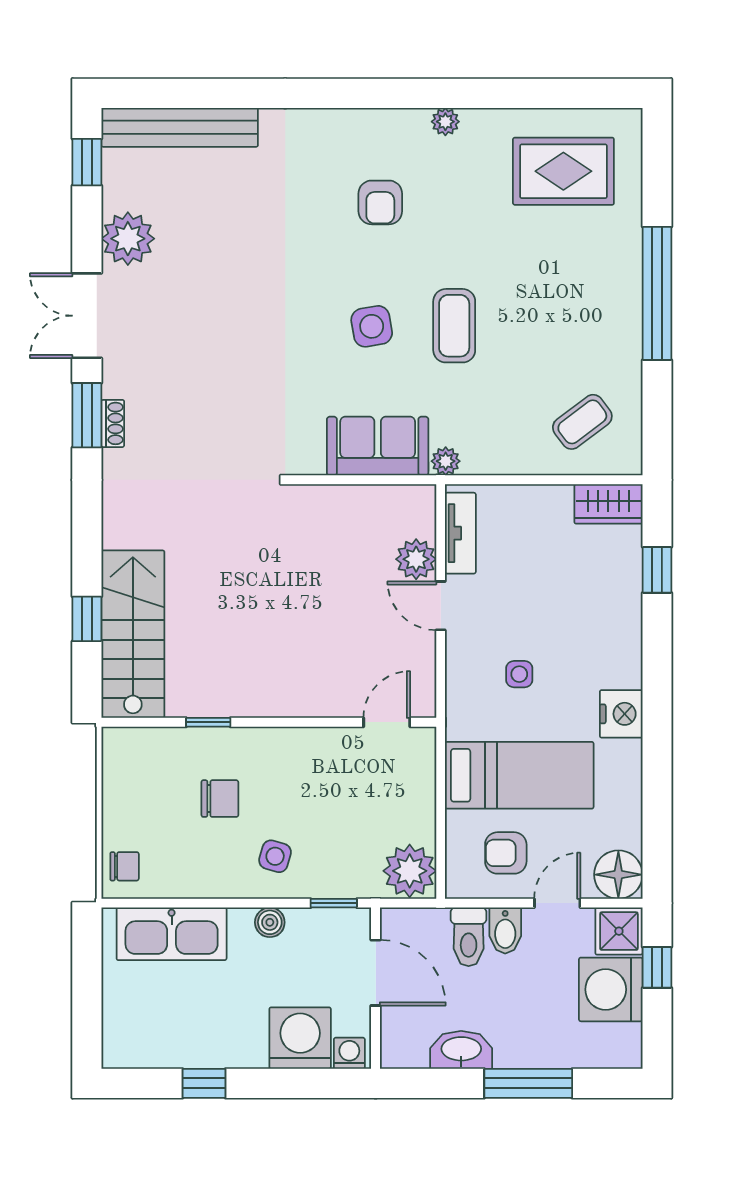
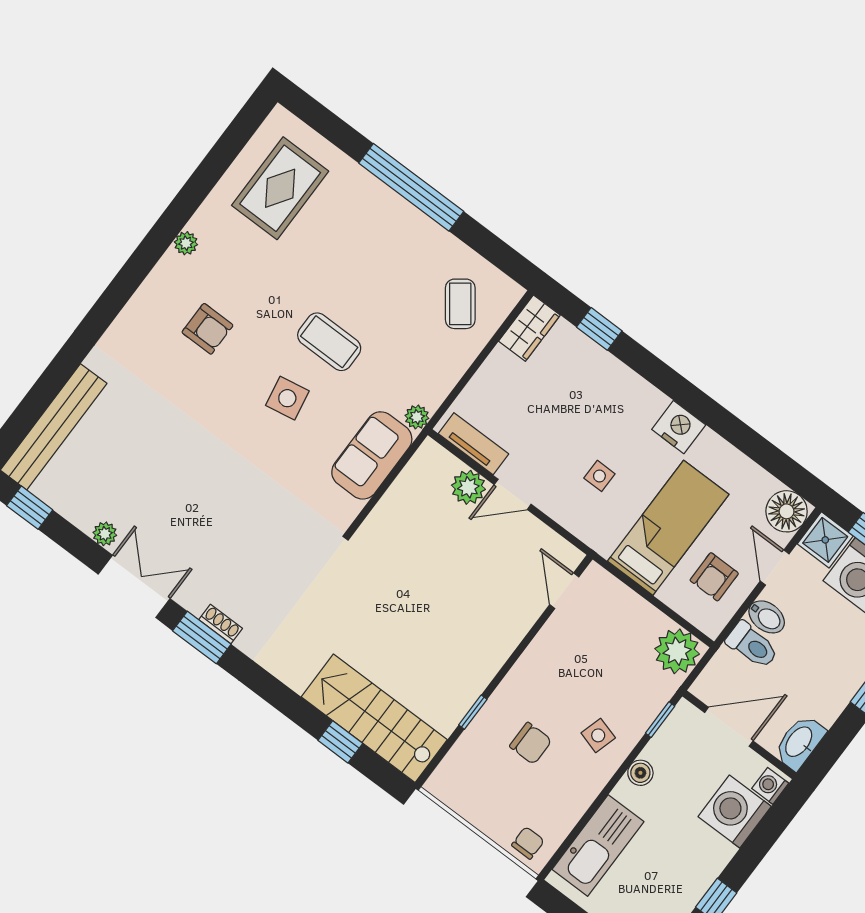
plant: (128, 239) -> (105, 534), width x0.53, depth x0.53
double door: (87, 316) -> (134, 586), swing flipped
chair: (220, 799) -> (531, 743), turned 90
washbasin: (461, 1050) -> (799, 742), moved

